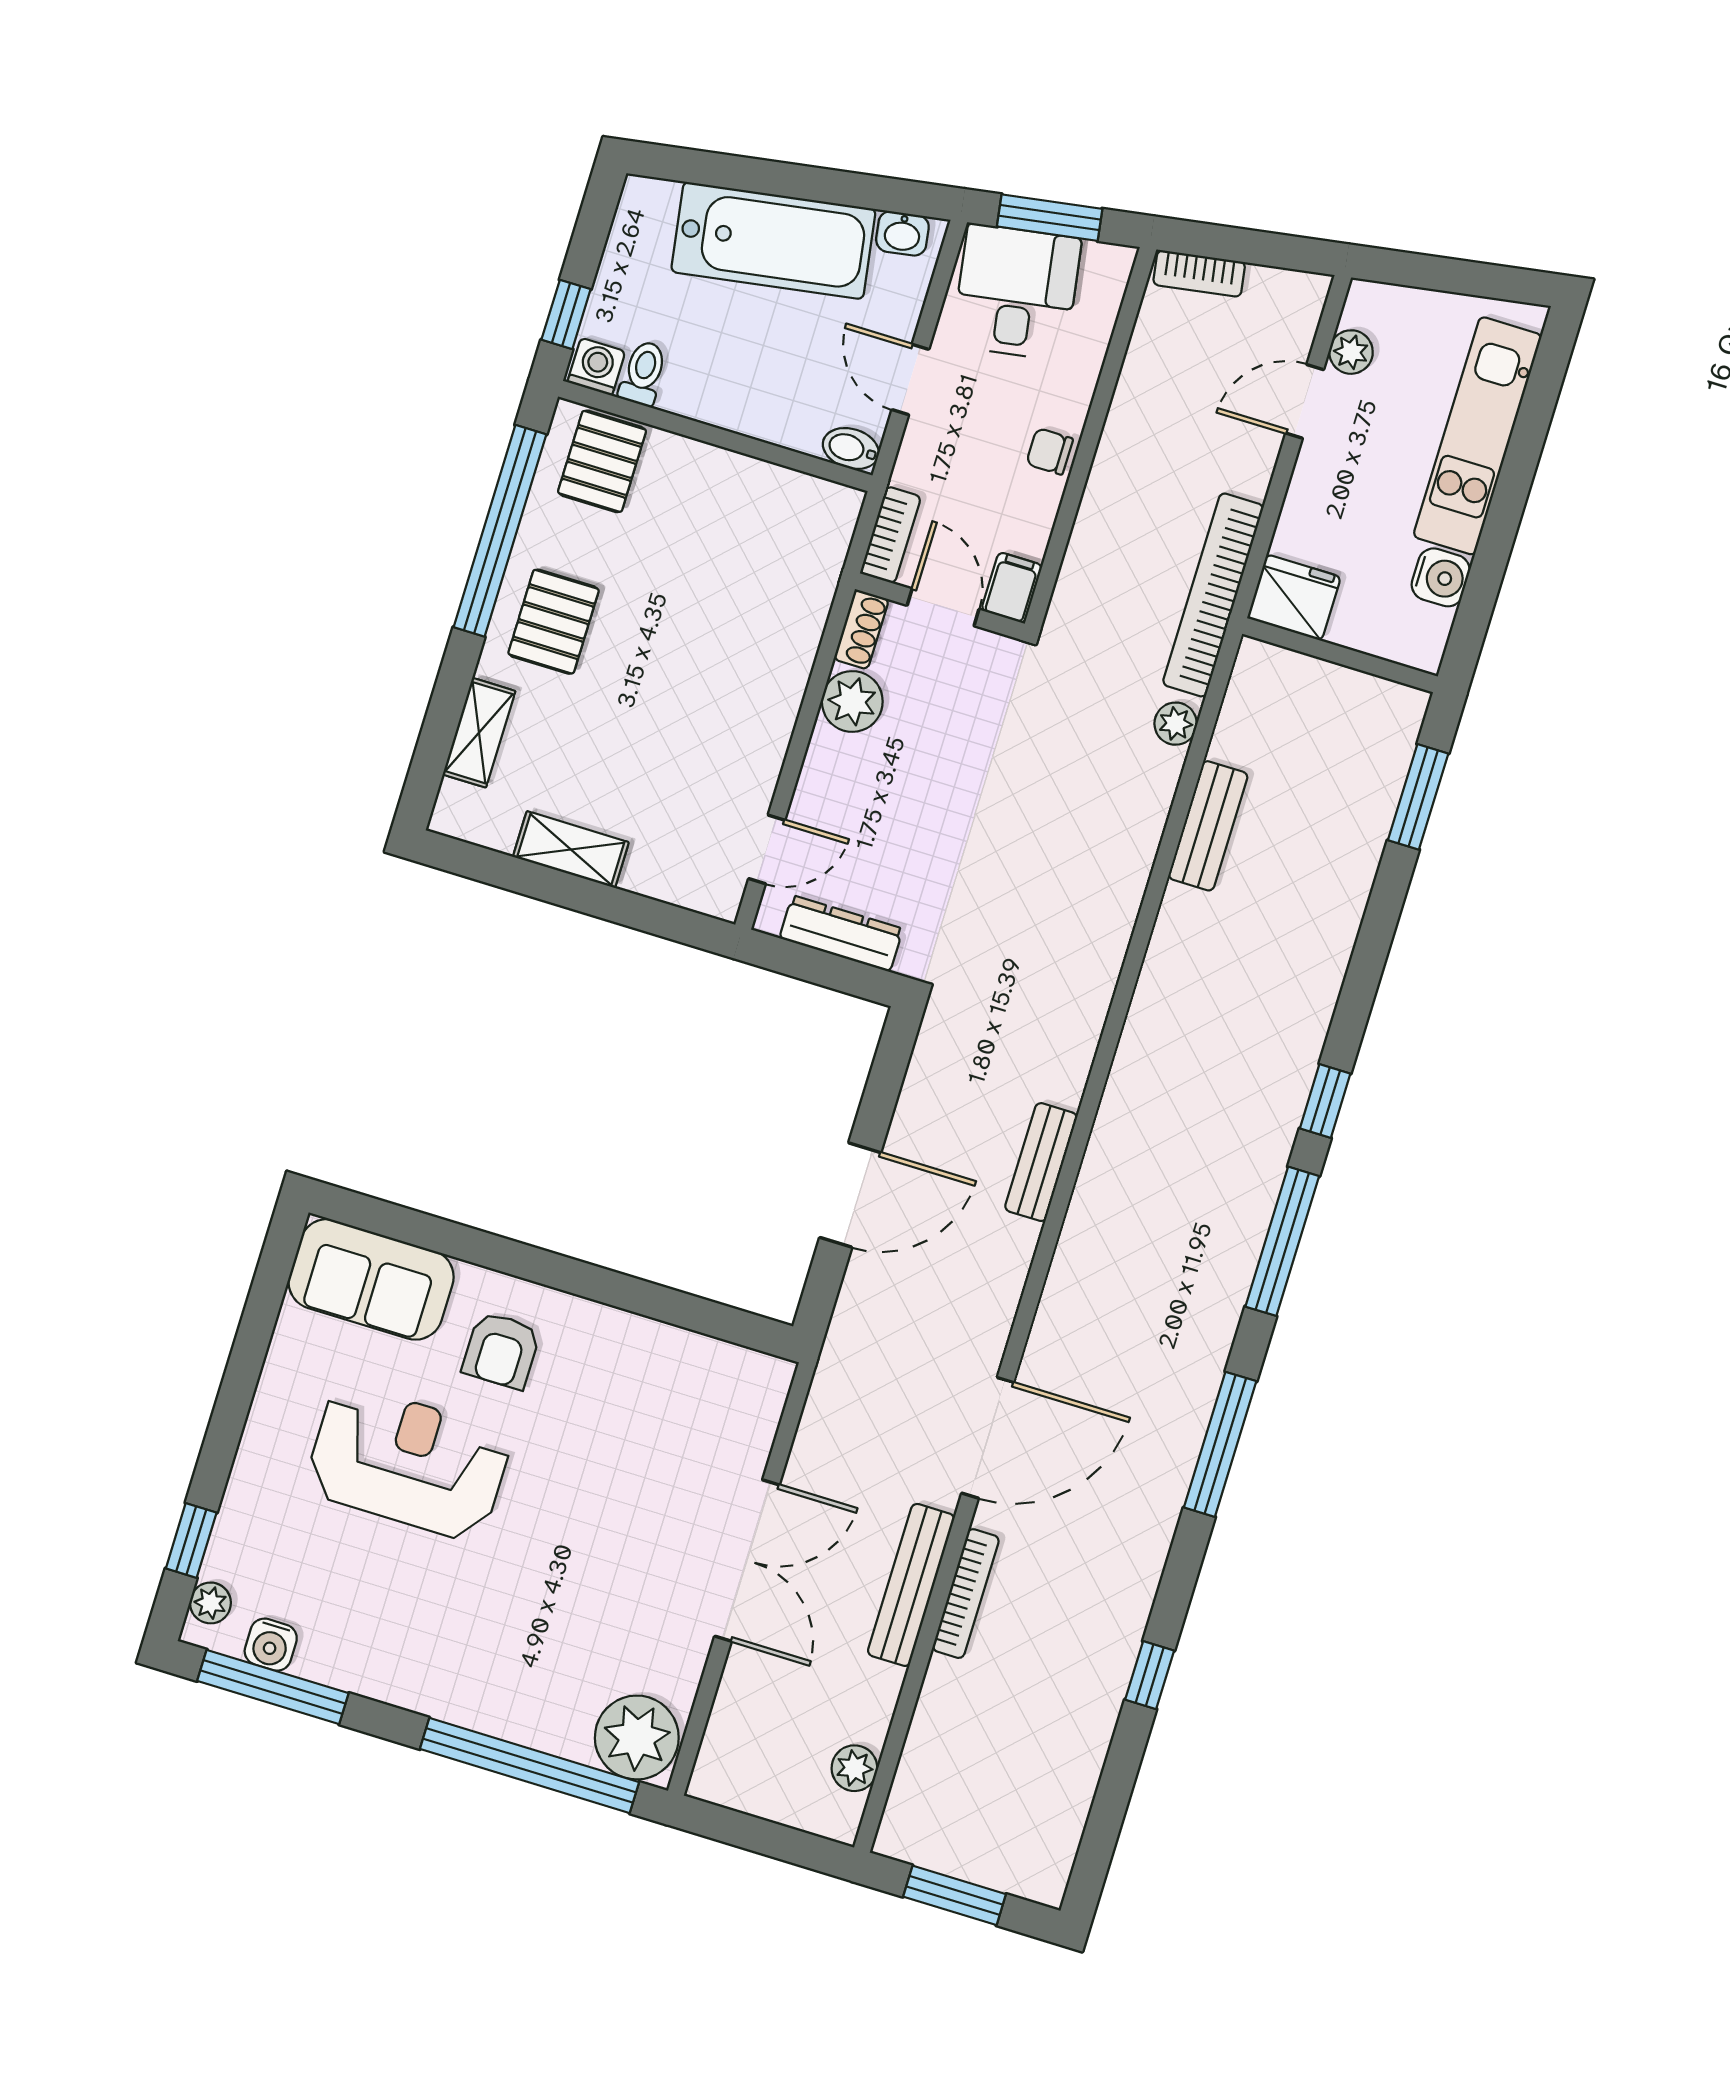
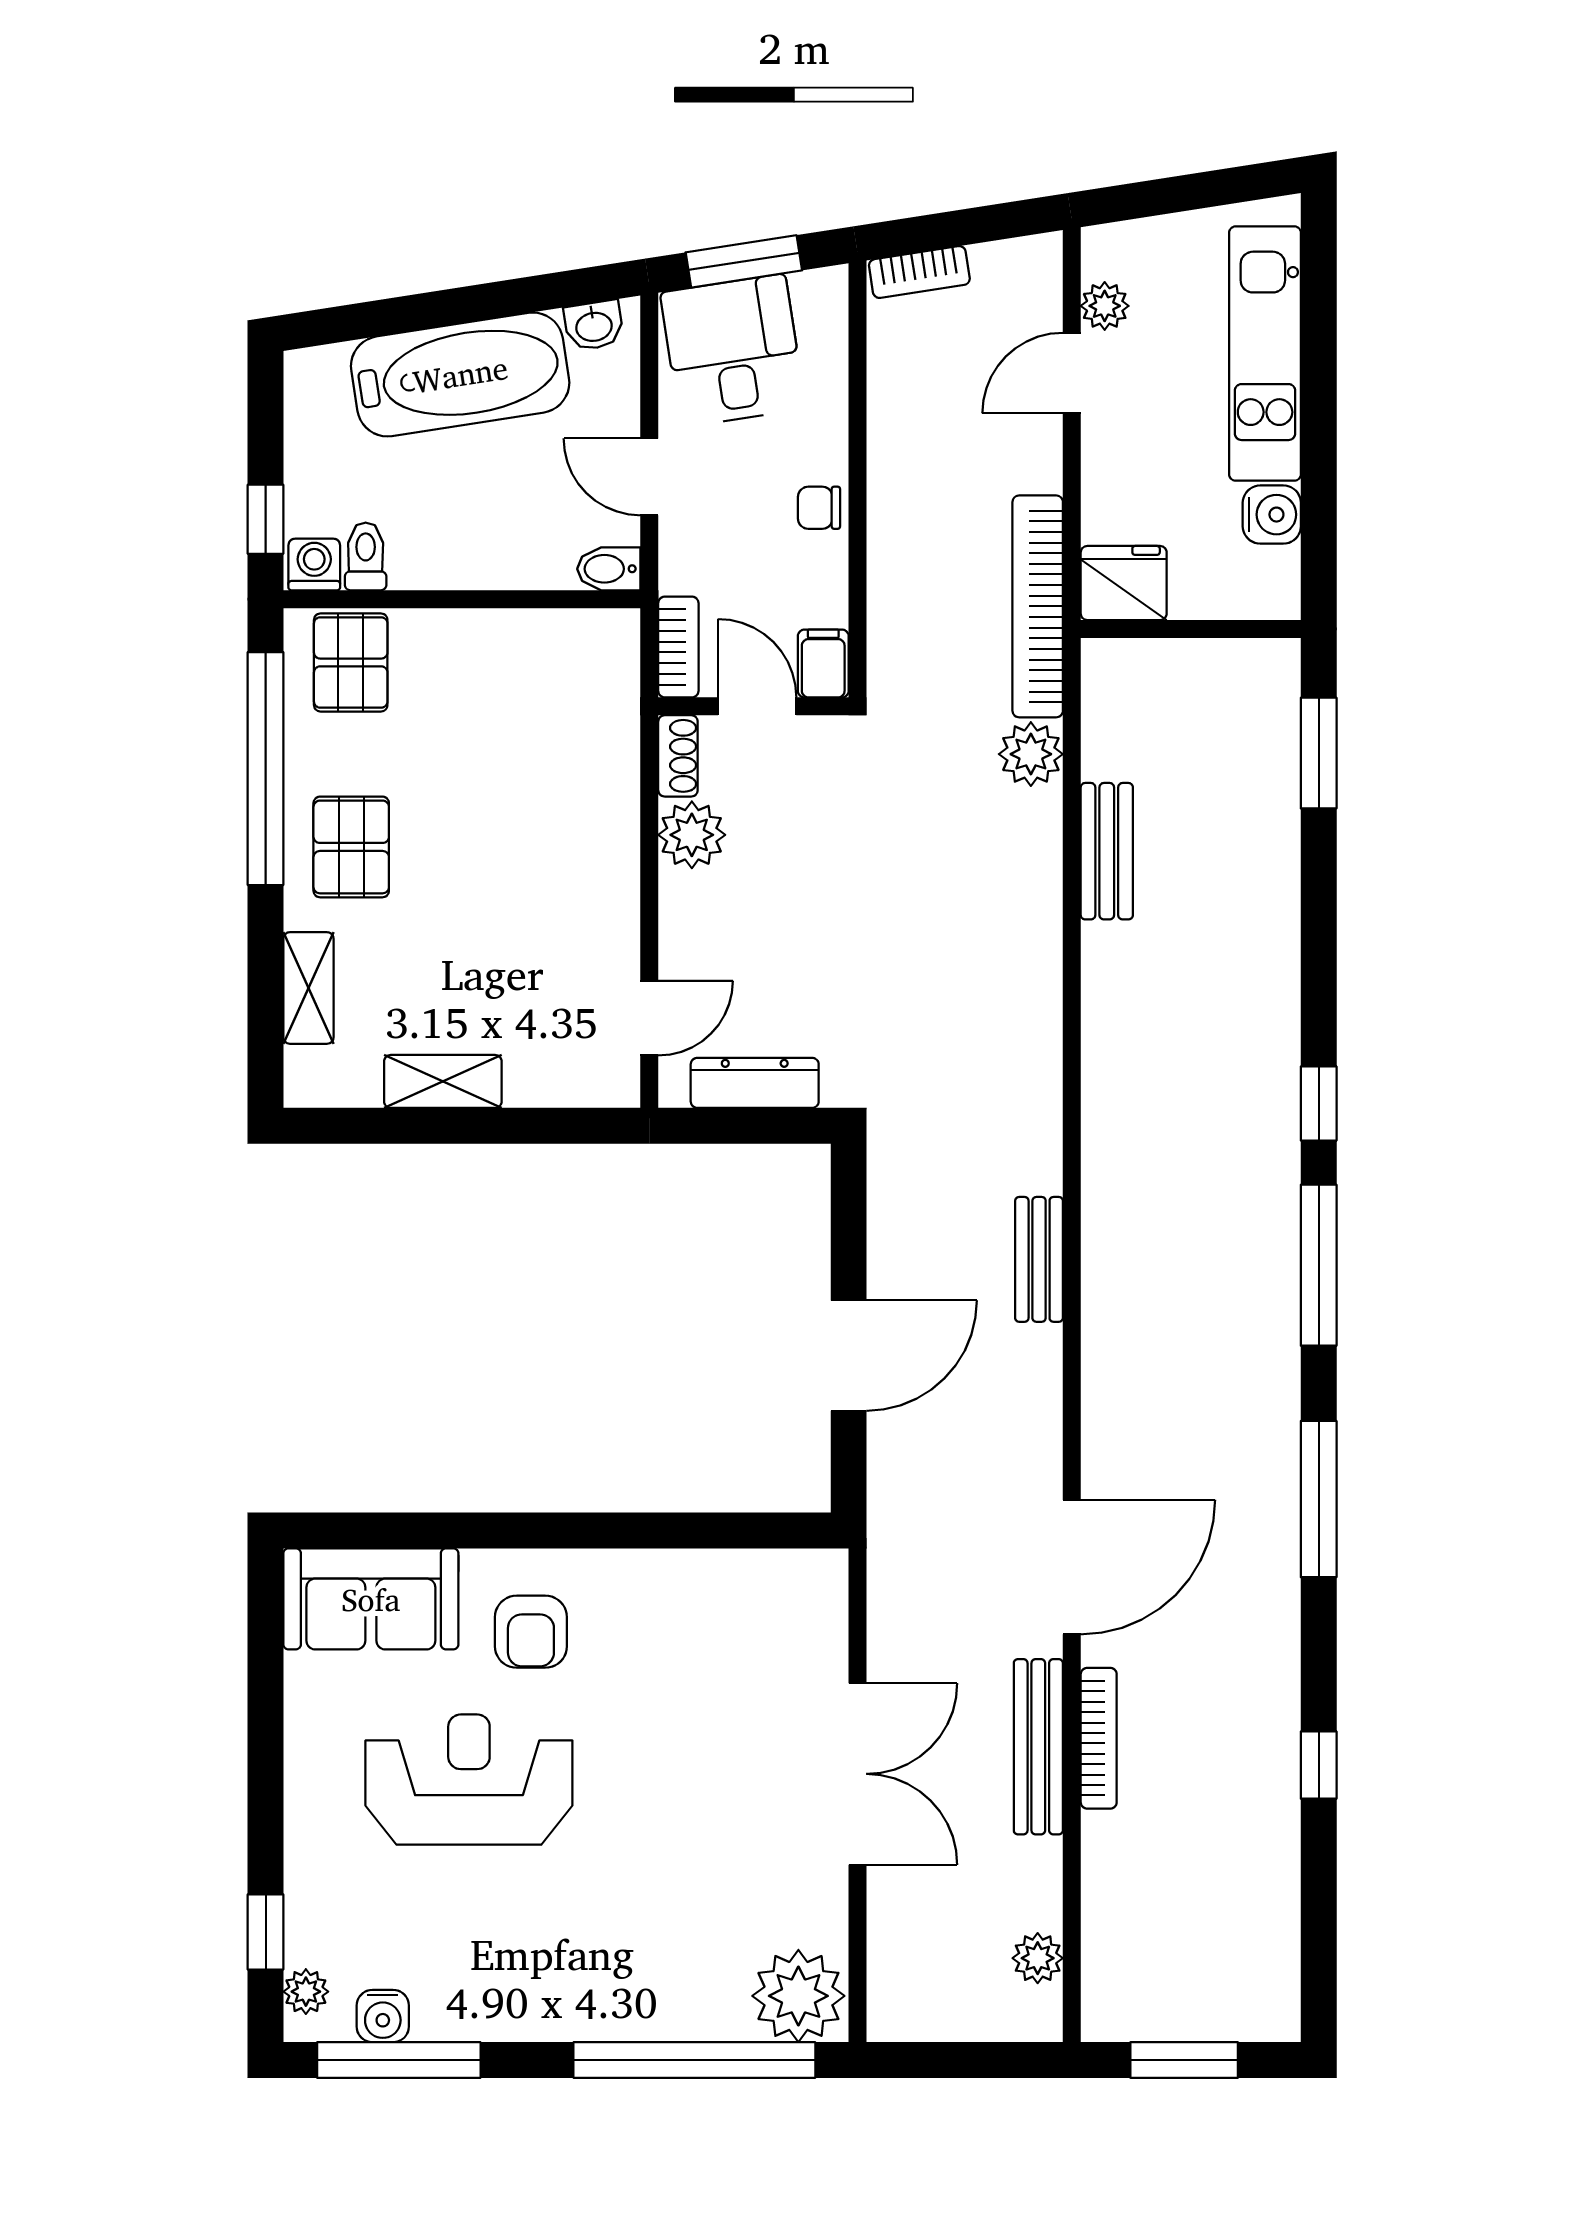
plant: (1176, 724) -> (1031, 754), width x1.38, depth x1.38

